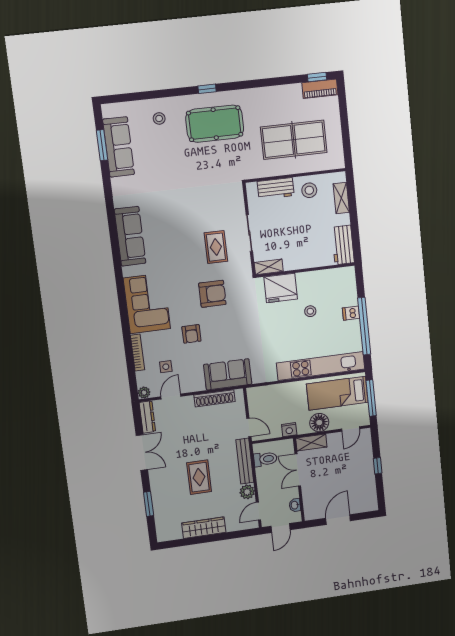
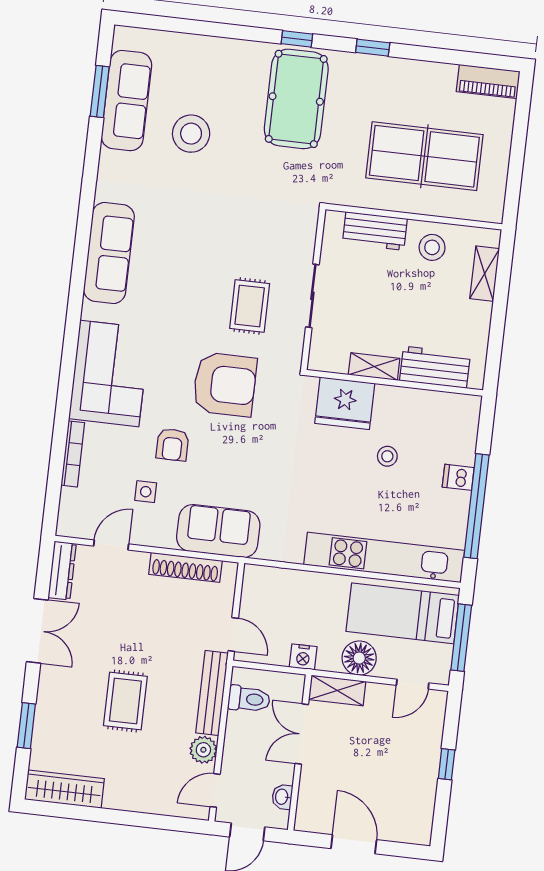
window: (317, 77) -> (373, 48), moved
stool: (159, 118) -> (191, 134), moved, width x1.89, depth x1.89
pool table: (215, 124) -> (296, 99), turned 90
workbench: (343, 245) -> (435, 367), moved, turned 90
shelving: (269, 267) -> (374, 367), moved
armchair: (212, 294) -> (225, 384), width x1.36, depth x1.36
side table: (166, 367) -> (146, 492), moved
plant: (144, 393) -> (67, 526), removed
door: (338, 520) -> (354, 844), hinge flipped
wardrobe: (204, 528) -> (64, 789), moved

